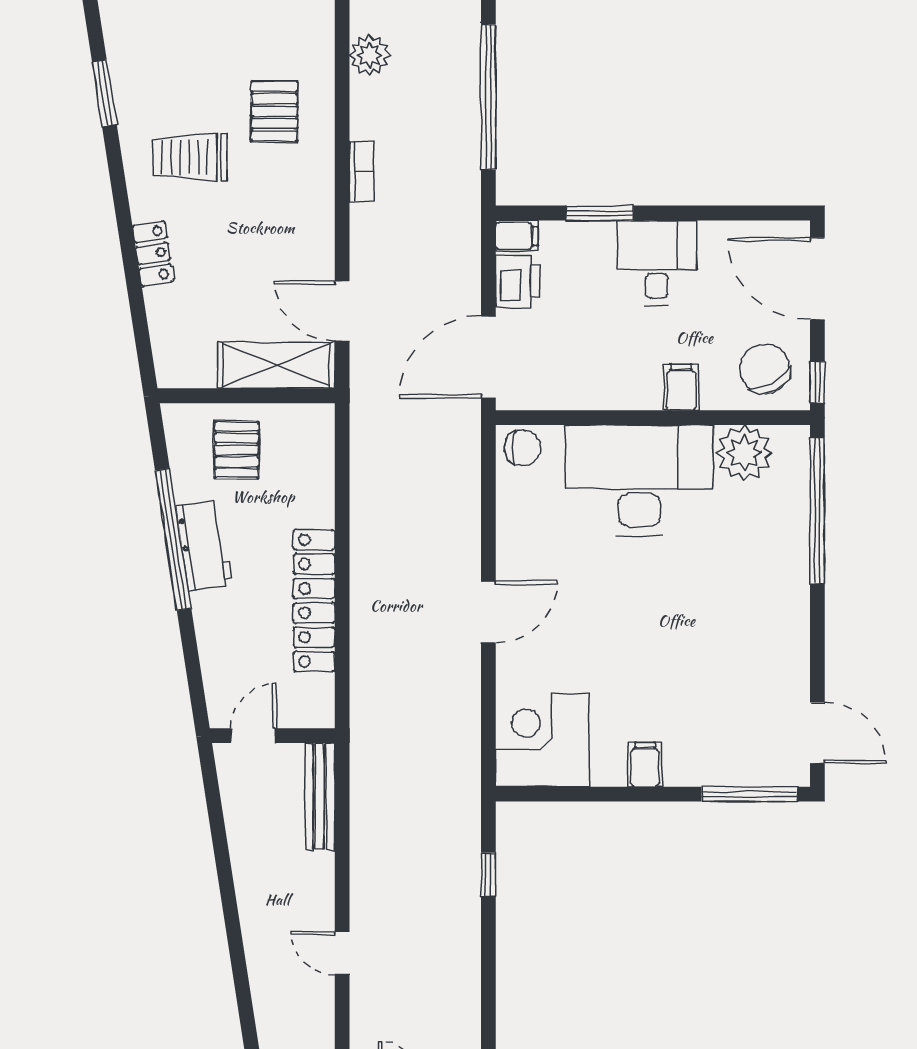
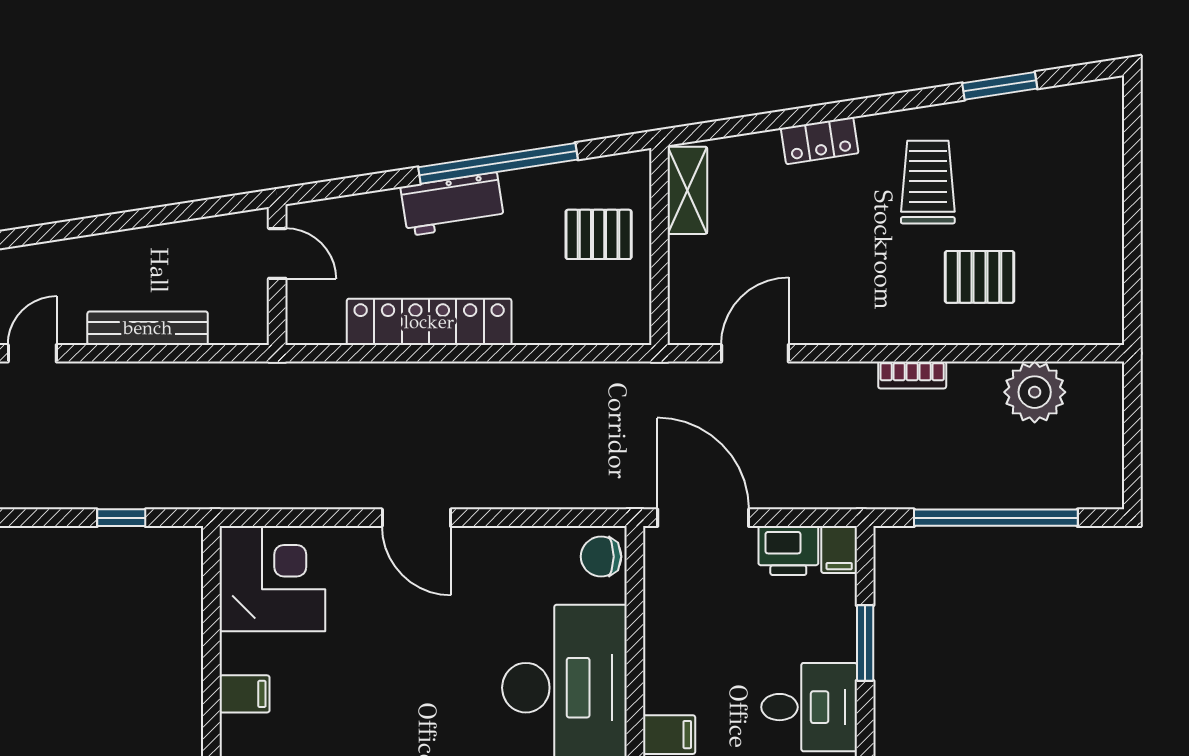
plant: (369, 55) -> (1035, 392), width x1.36, depth x1.36
shelving: (276, 365) -> (687, 190), moved, width x0.67, depth x0.75
chair: (523, 448) -> (601, 557), turned 90
workbench: (204, 545) -> (452, 204), moved
bench: (320, 796) -> (148, 328), moved

